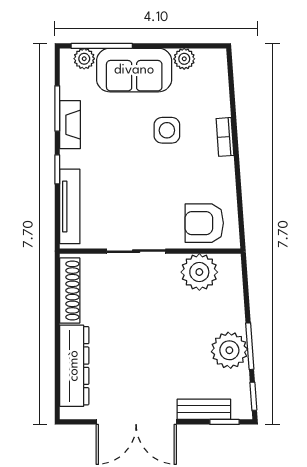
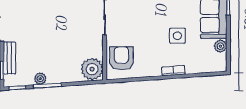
plant: (199, 272) -> (92, 69), moved
plant: (229, 350) -> (40, 79), width x0.53, depth x0.53

